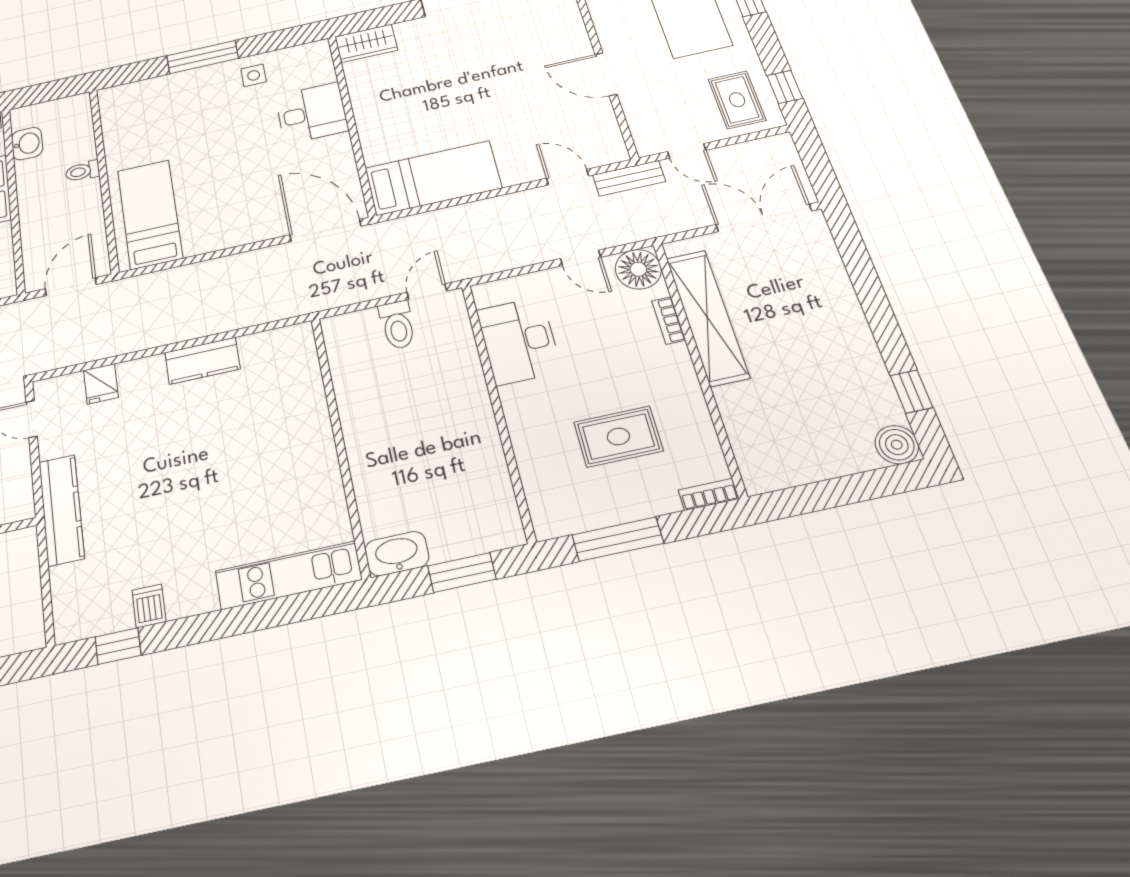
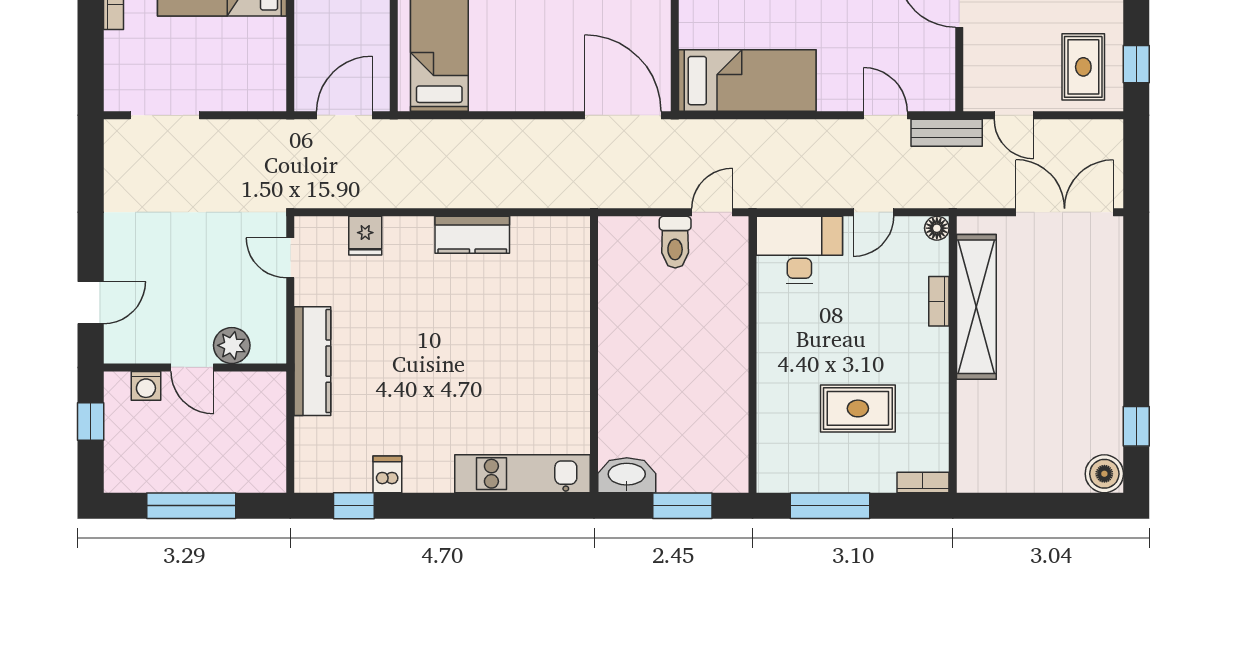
door: (581, 258) -> (873, 212), hinge flipped
floor lamp: (638, 269) -> (937, 228), width x0.53, depth x0.53
desk: (519, 341) -> (799, 250), moved, turned 90

